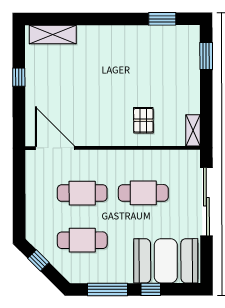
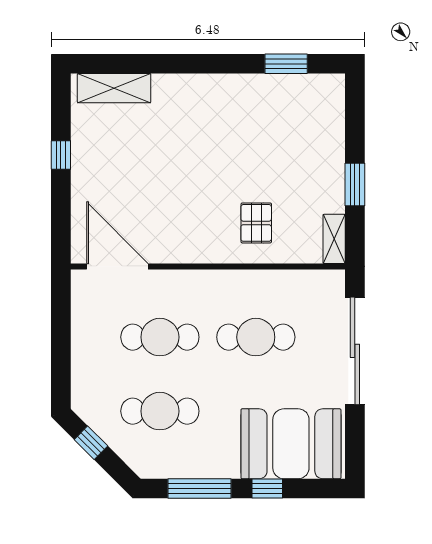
window: (206, 56) -> (355, 184), moved

